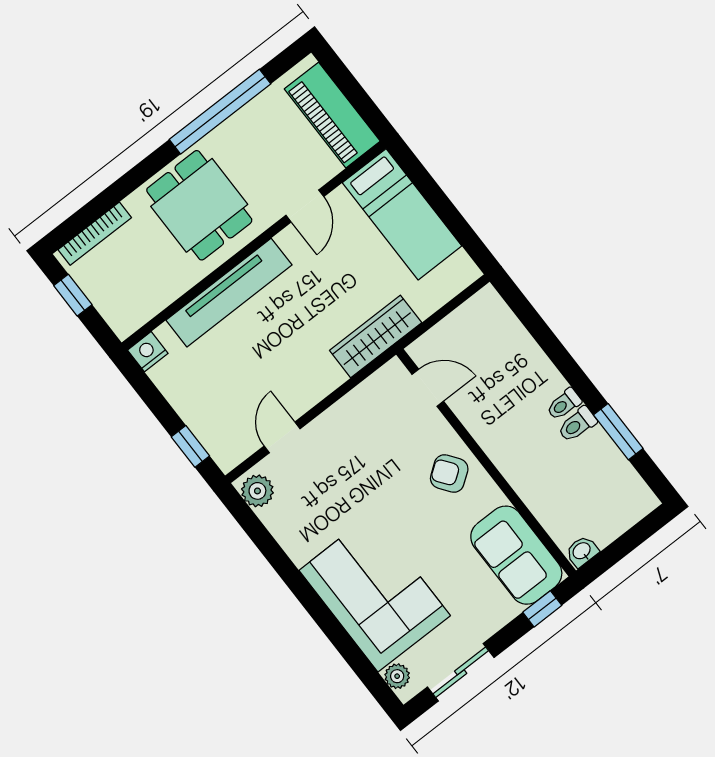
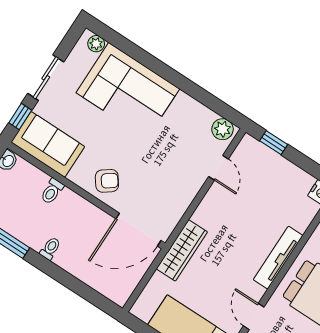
tv unit: (229, 293) -> (278, 258), width x0.73, depth x0.78
door: (428, 388) -> (138, 230), width x1.87
toilet: (577, 424) -> (52, 191), moved, turned 180
sliding door: (461, 672) -> (46, 78), moved

